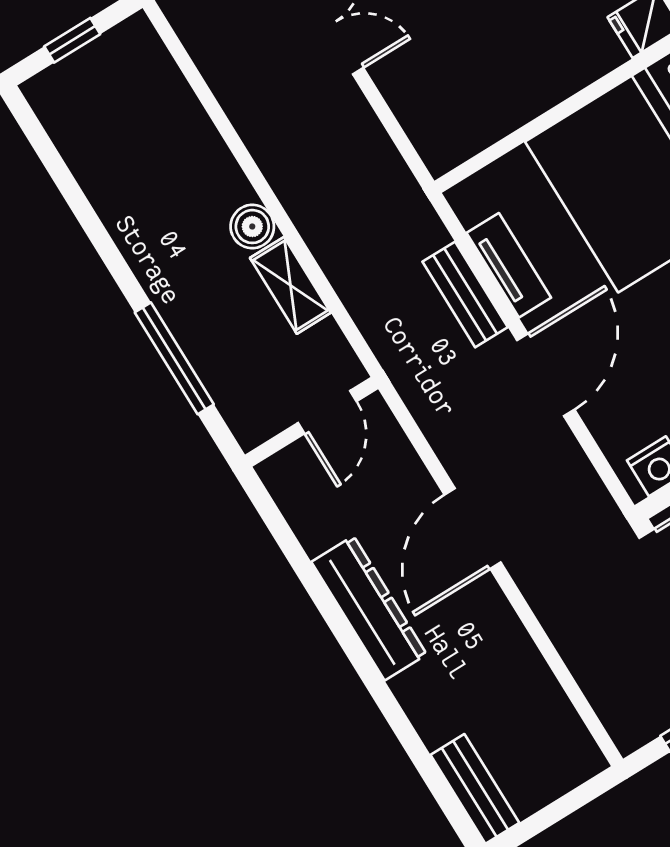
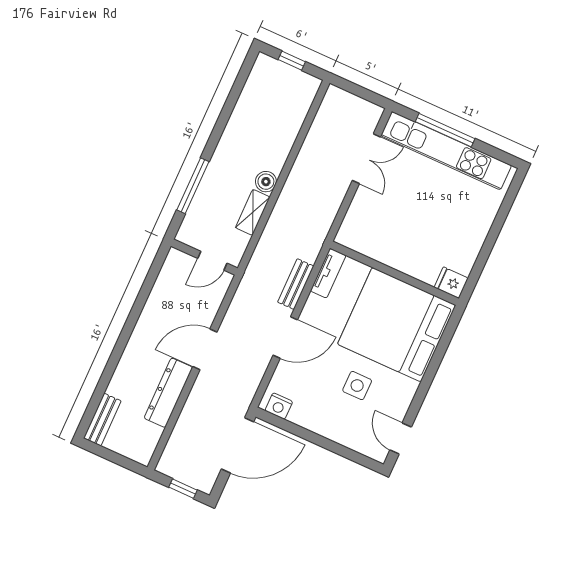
tv unit: (509, 265) -> (328, 273), moved
dresser: (369, 608) -> (168, 393), moved, turned 180

